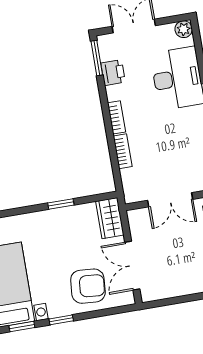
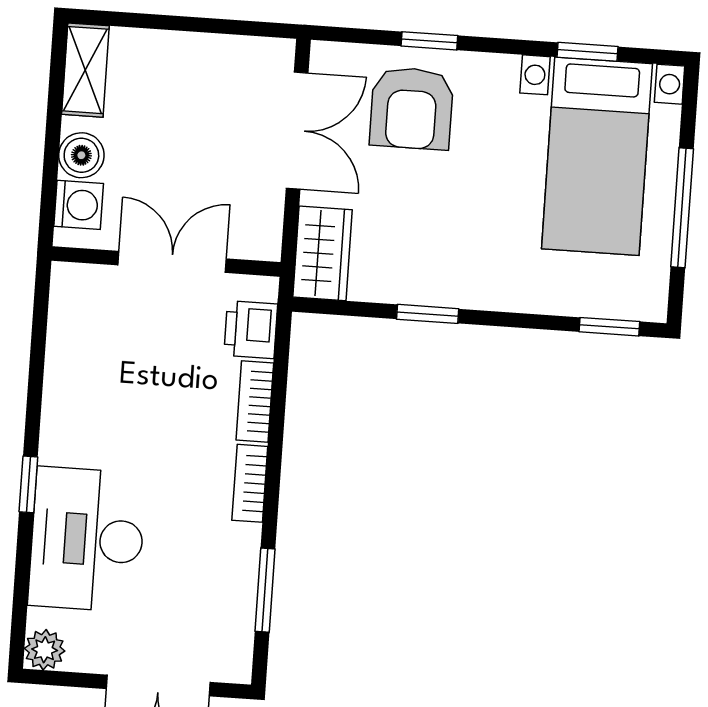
window: (97, 58) -> (265, 590), moved
printer: (113, 73) -> (251, 330), moved
armchair: (88, 286) -> (412, 108), turned -95
window: (61, 320) -> (429, 41), moved

